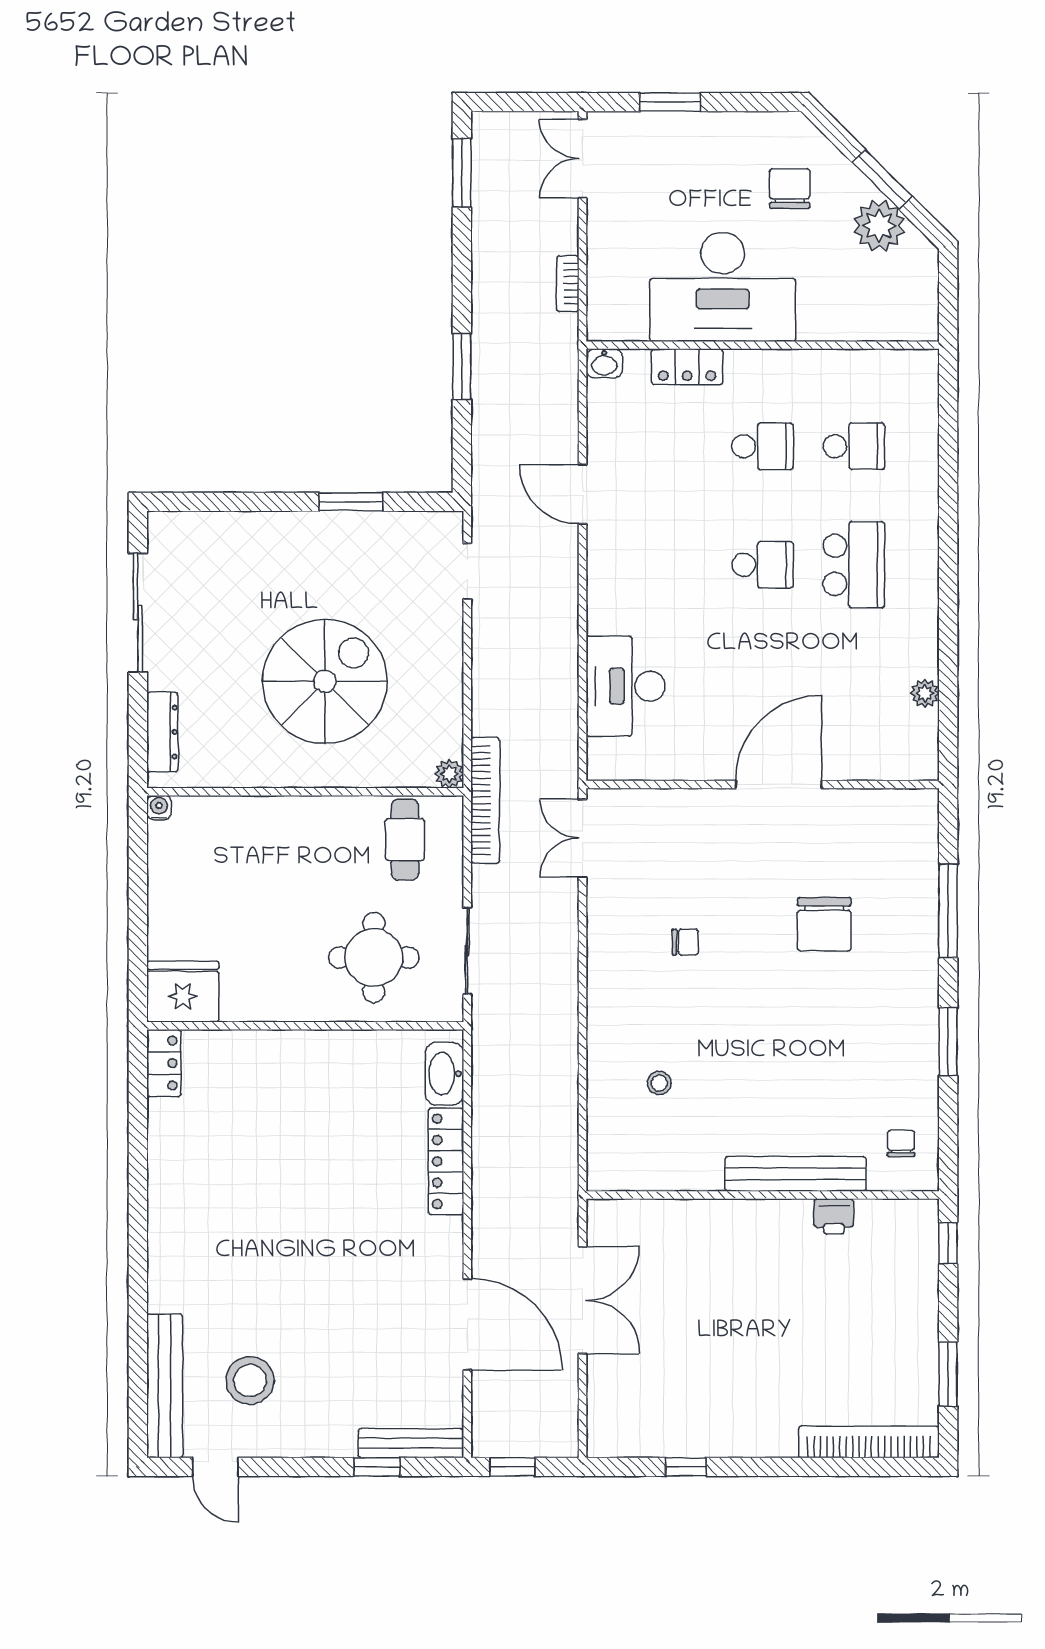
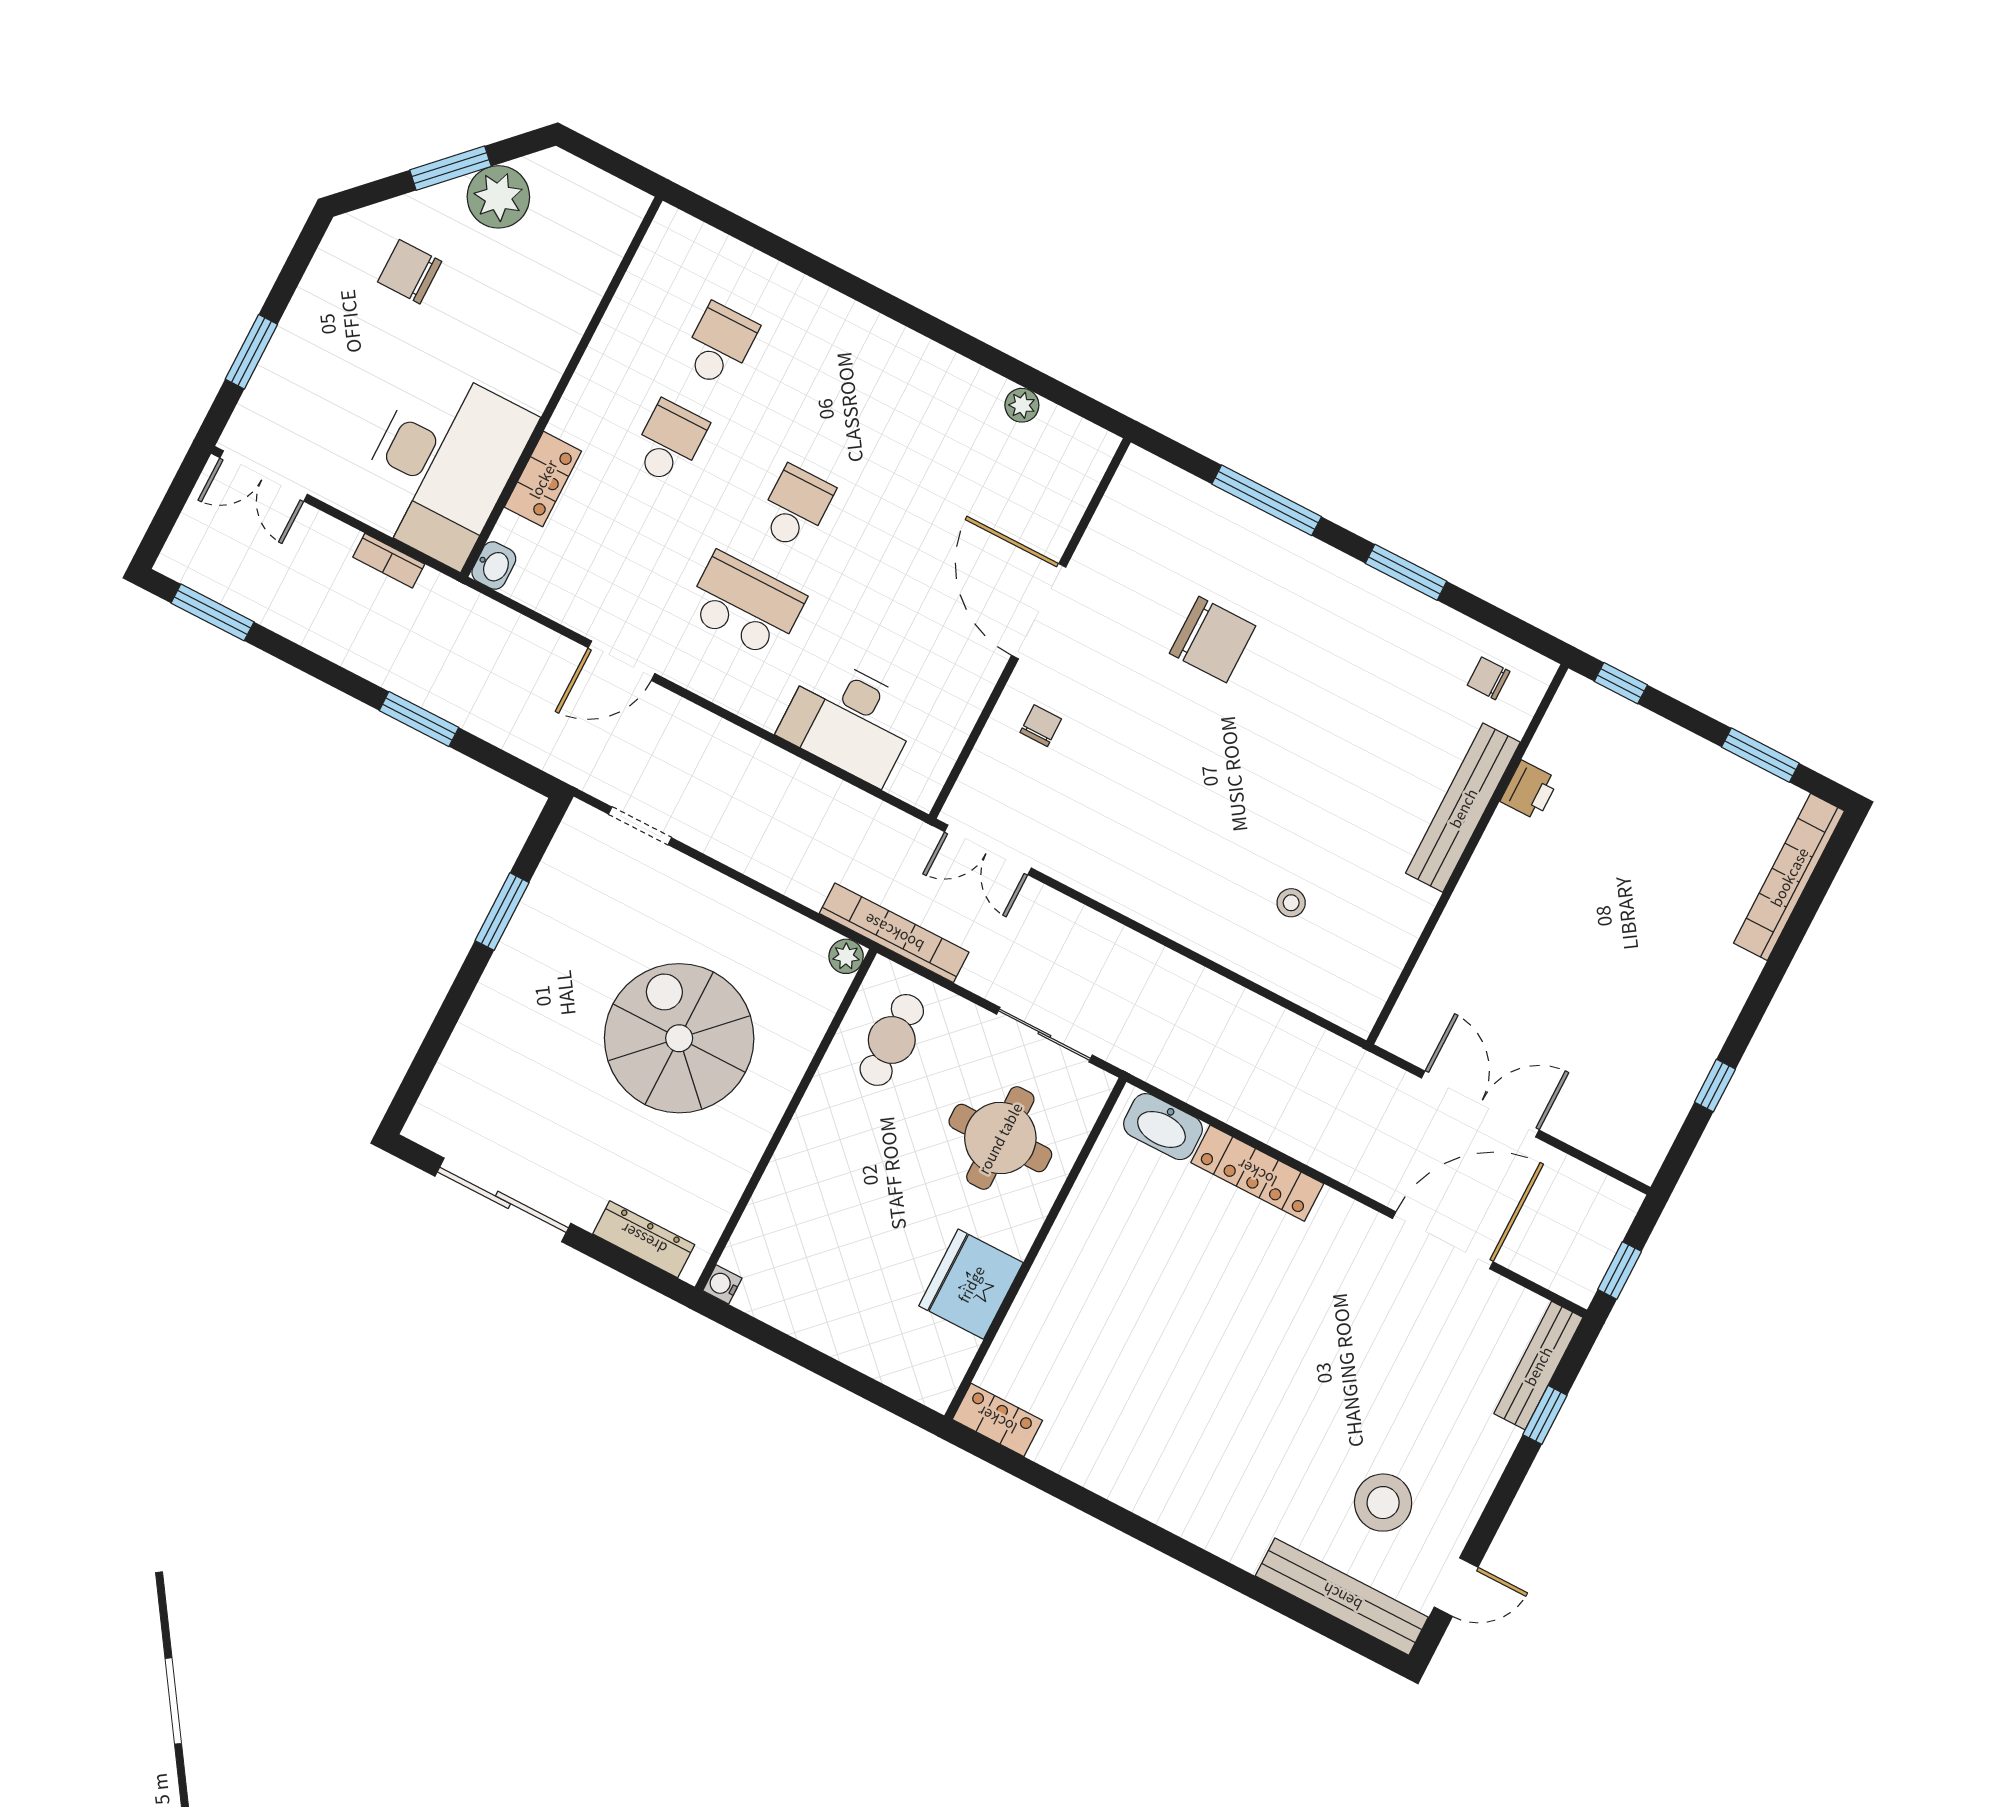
desk: (723, 287) -> (443, 465), moved
school desk: (854, 565) -> (745, 605), moved
cafe table: (405, 840) -> (892, 1040), turned 90
chair: (685, 942) -> (1041, 726), moved
fridge: (183, 992) -> (971, 1284), moved

